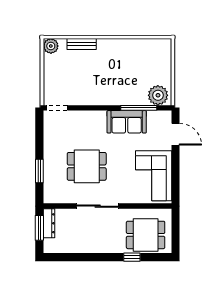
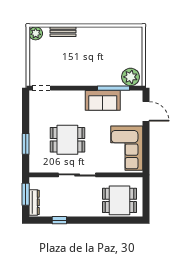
dresser: (49, 223) -> (34, 202), moved
window: (132, 257) -> (59, 220), moved

